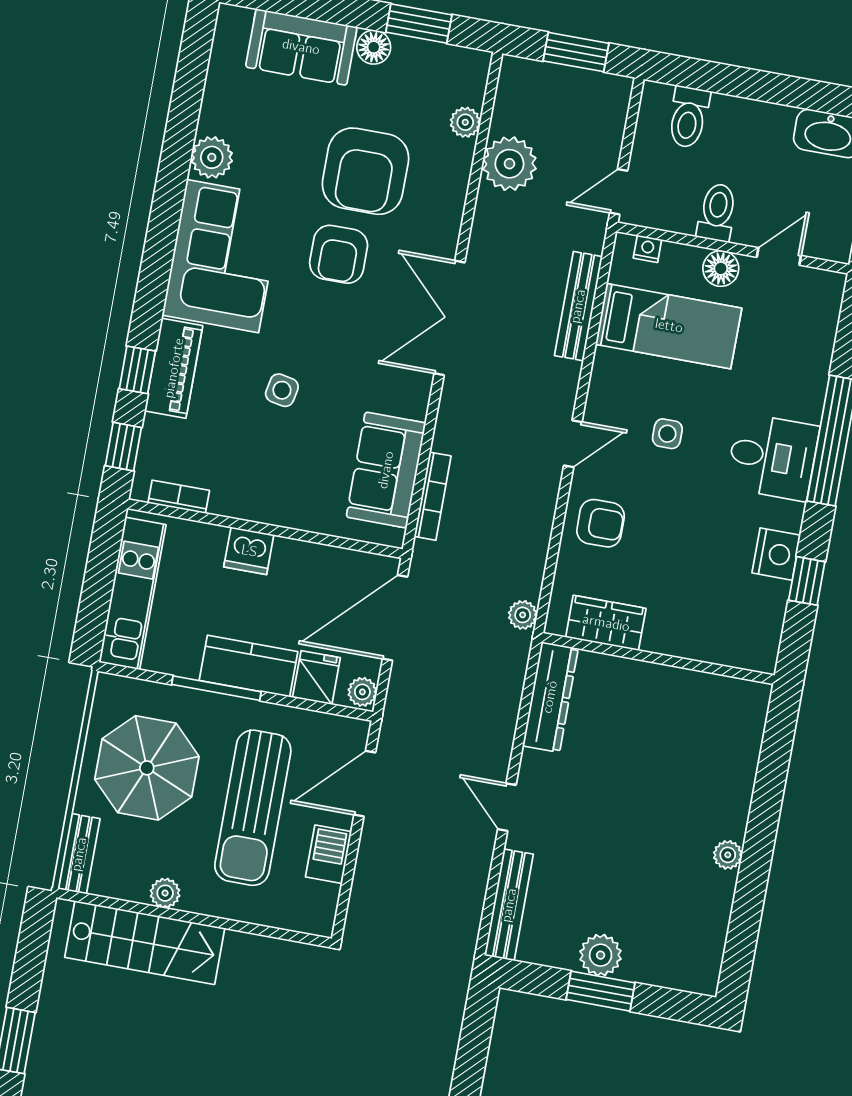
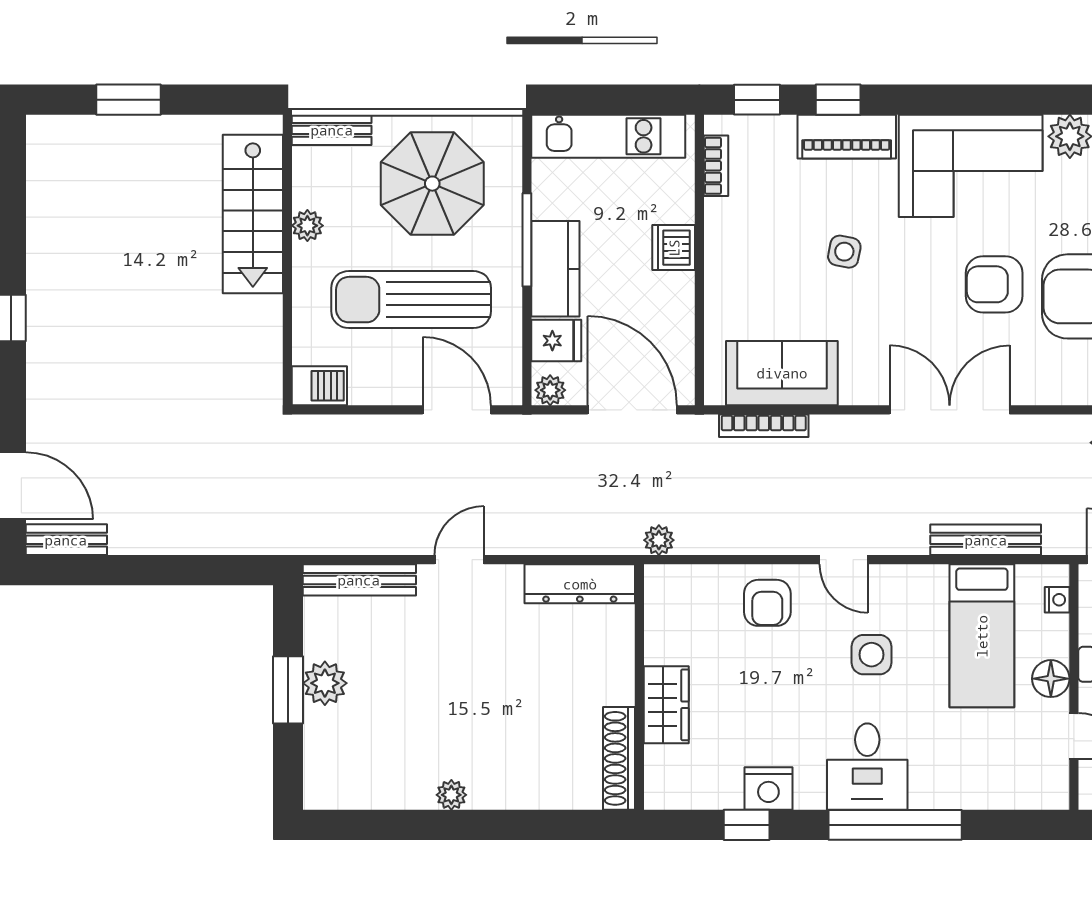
side table: (667, 434) -> (872, 655), width x1.37, depth x1.37
wardrobe: (606, 623) -> (666, 705), moved
shoe rack: (722, 690) -> (619, 758), added
barbecue: (329, 854) -> (319, 386), moved

